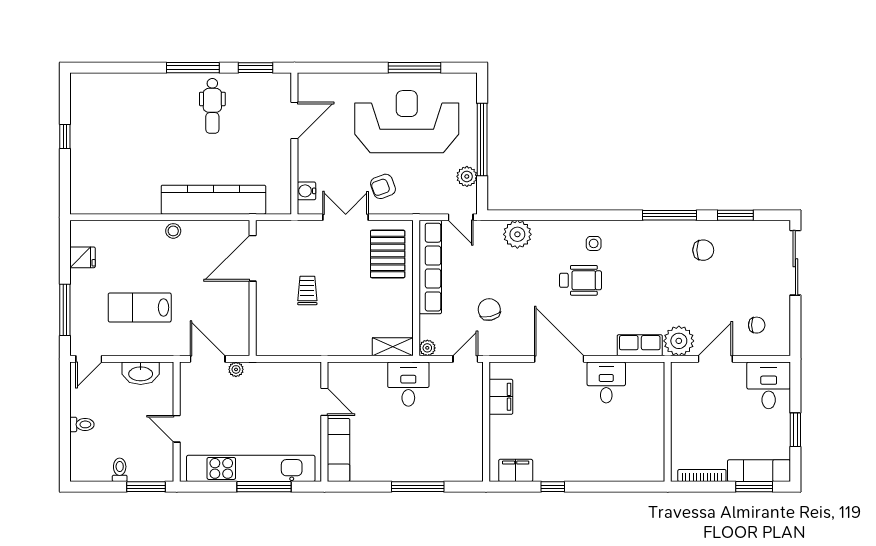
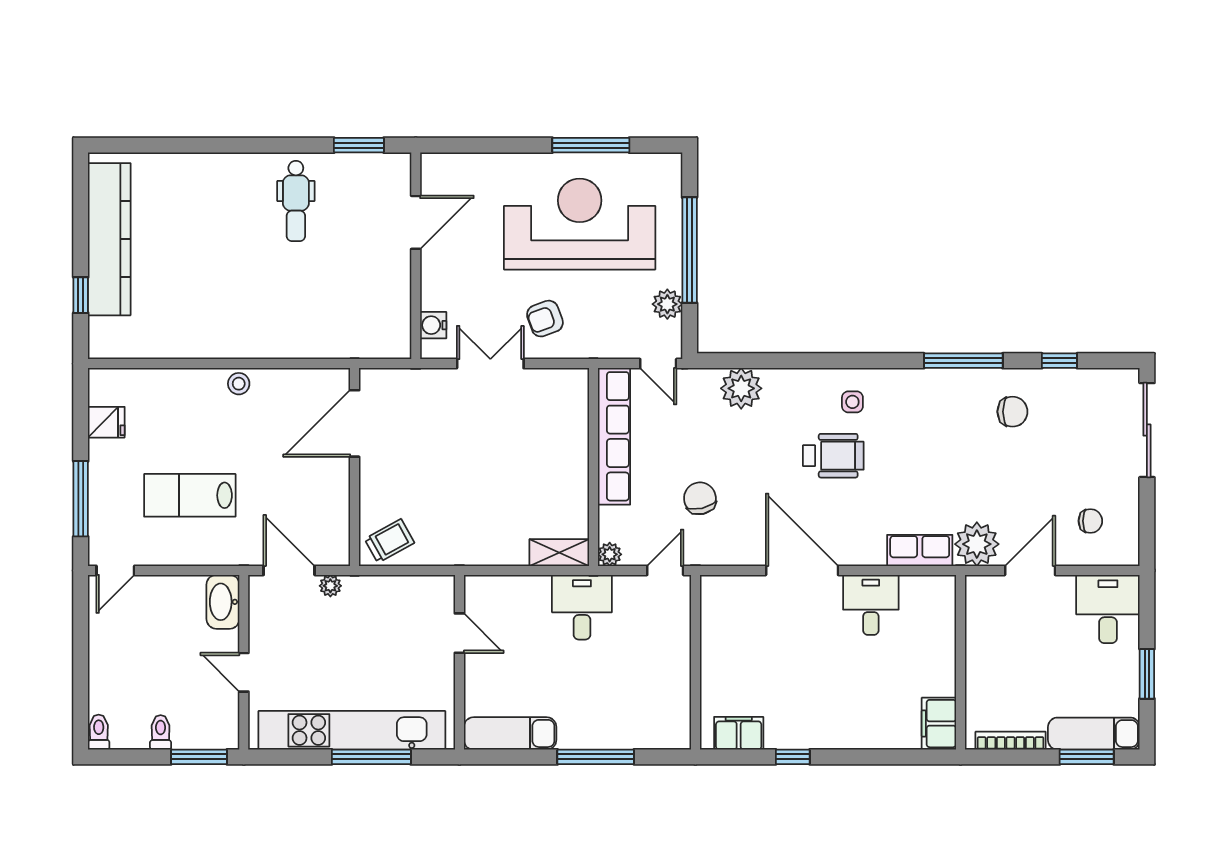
window: (193, 68) -> (267, 145), removed
window: (65, 136) -> (81, 295), moved
kitchen counter: (213, 200) -> (109, 239), moved, turned 90
window: (735, 215) -> (1059, 361), width x0.67
pallet: (388, 254) -> (552, 417), removed
trolley: (307, 290) -> (389, 541), moved, turned 61
washbasin: (141, 373) -> (223, 602), moved, turned 90
filing cabinet: (501, 397) -> (939, 724), moved, turned 180
toilet: (82, 424) -> (99, 732), moved, turned -90
exam couch: (339, 450) -> (510, 733), moved, turned -90

